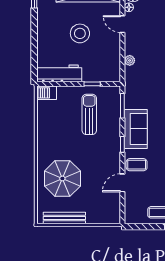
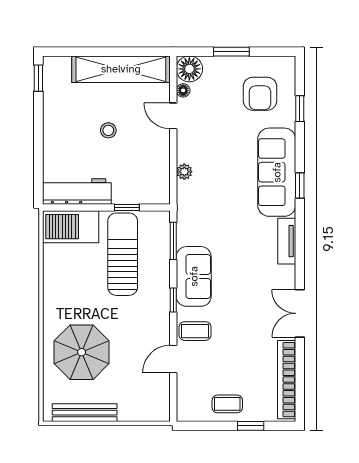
stool: (80, 33) -> (108, 130), width x0.53, depth x0.53
barbecue: (47, 93) -> (71, 227), width x1.88, depth x1.53
sun lounger: (89, 114) -> (123, 254), width x1.36, depth x1.34

